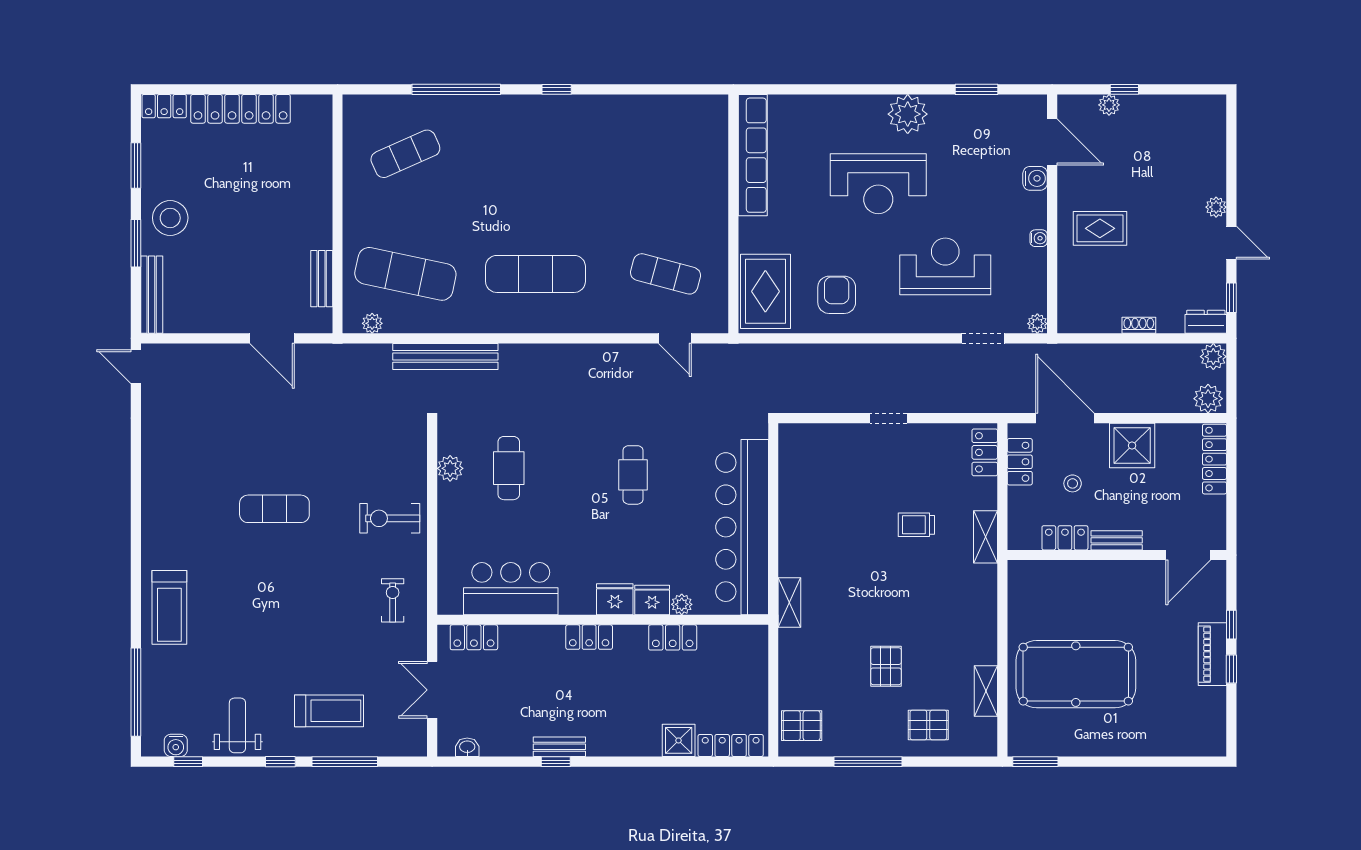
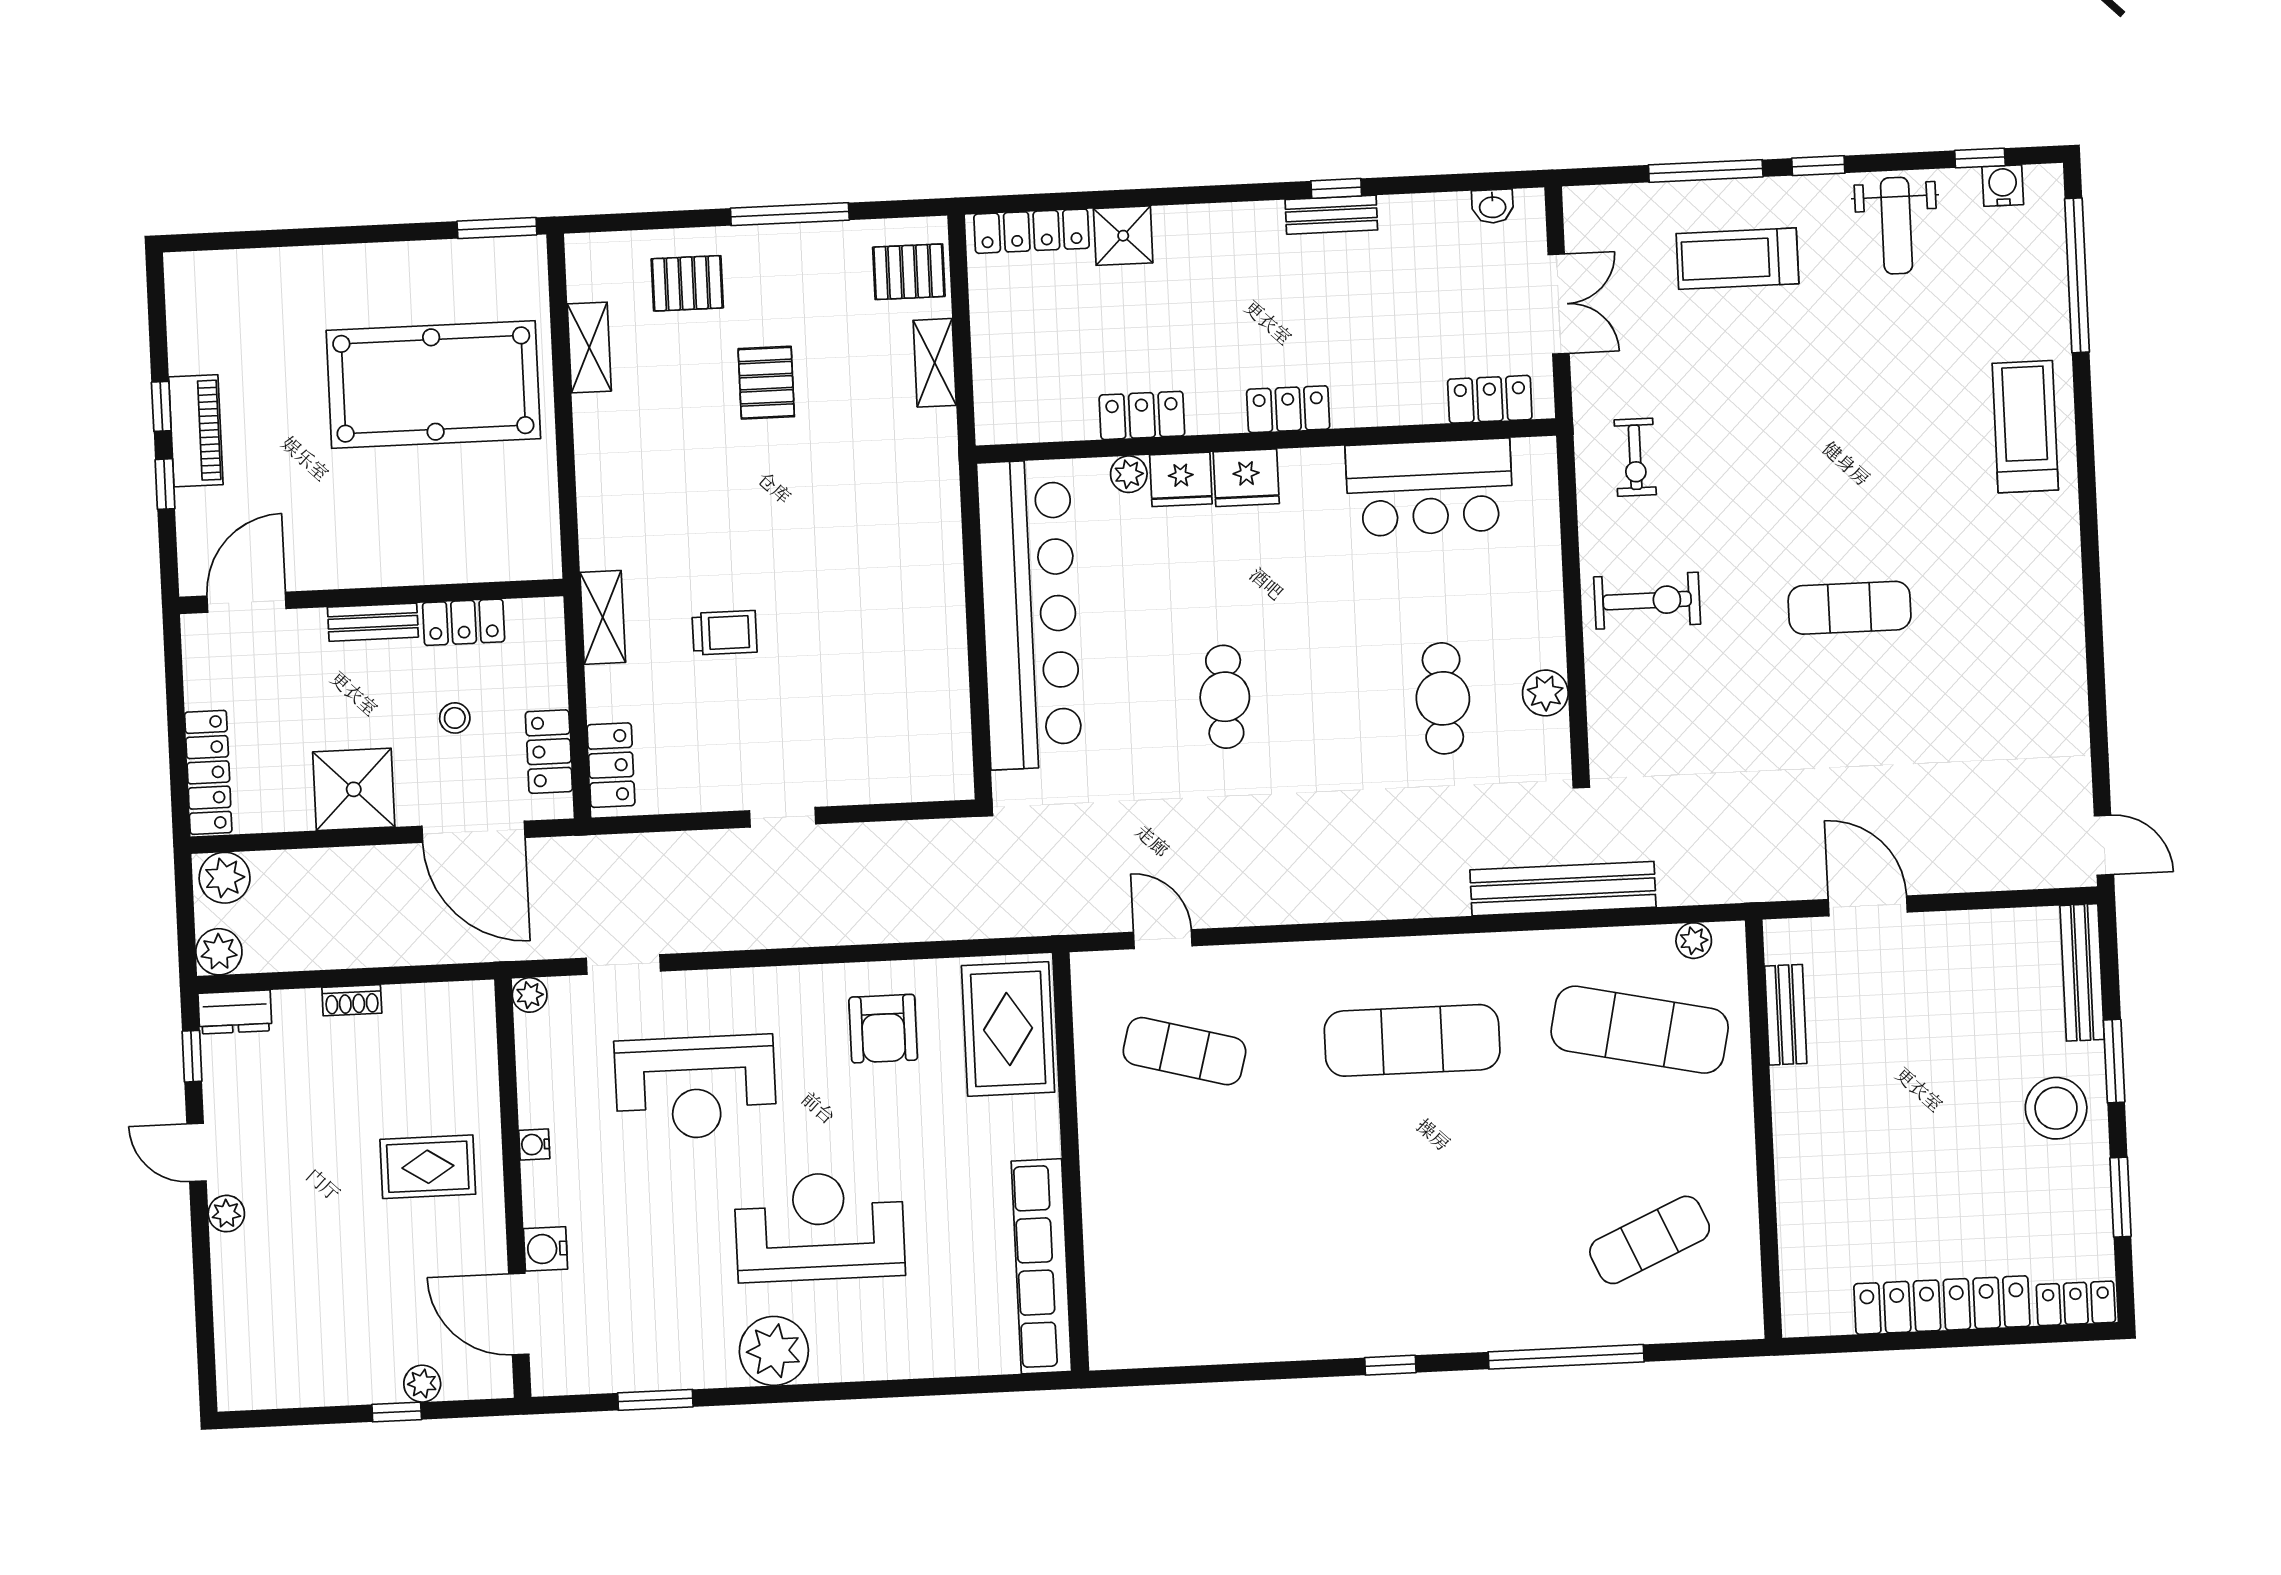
shelving: (789, 602) -> (935, 363), moved

